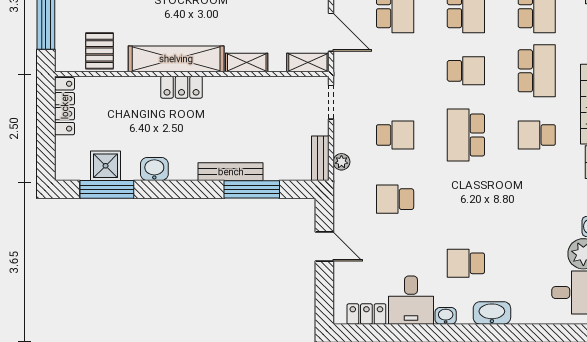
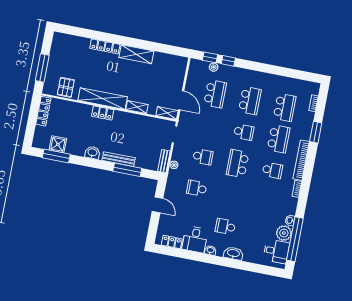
school desk: (537, 135) -> (272, 170), turned 180
washbasin: (154, 169) -> (92, 153), moved

